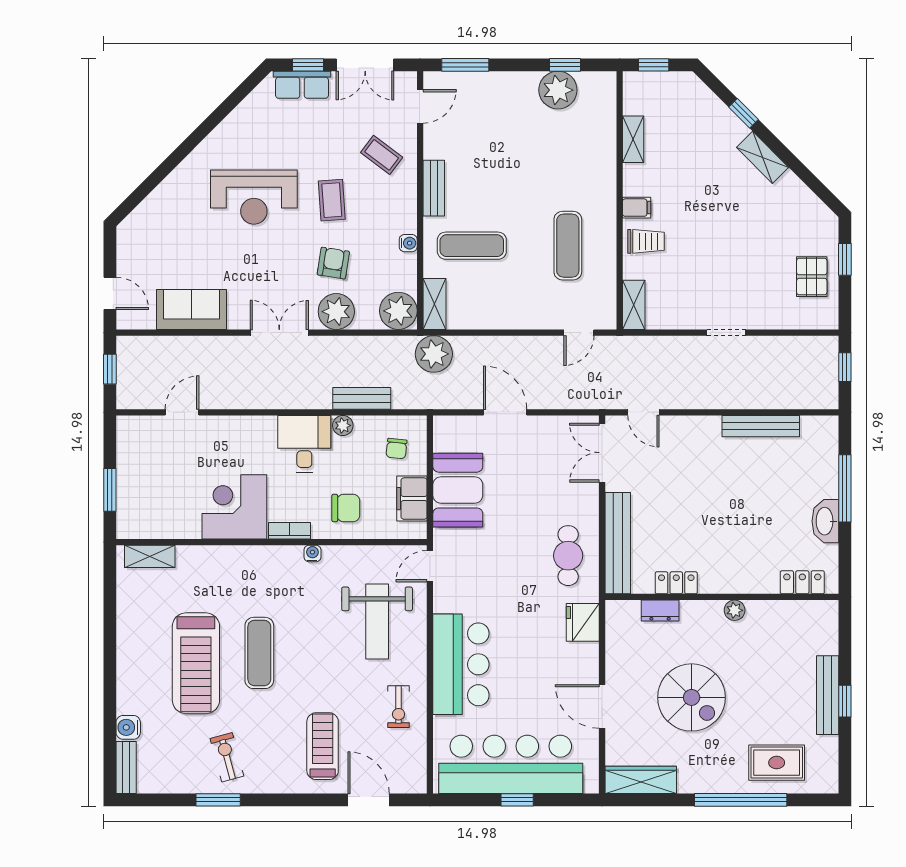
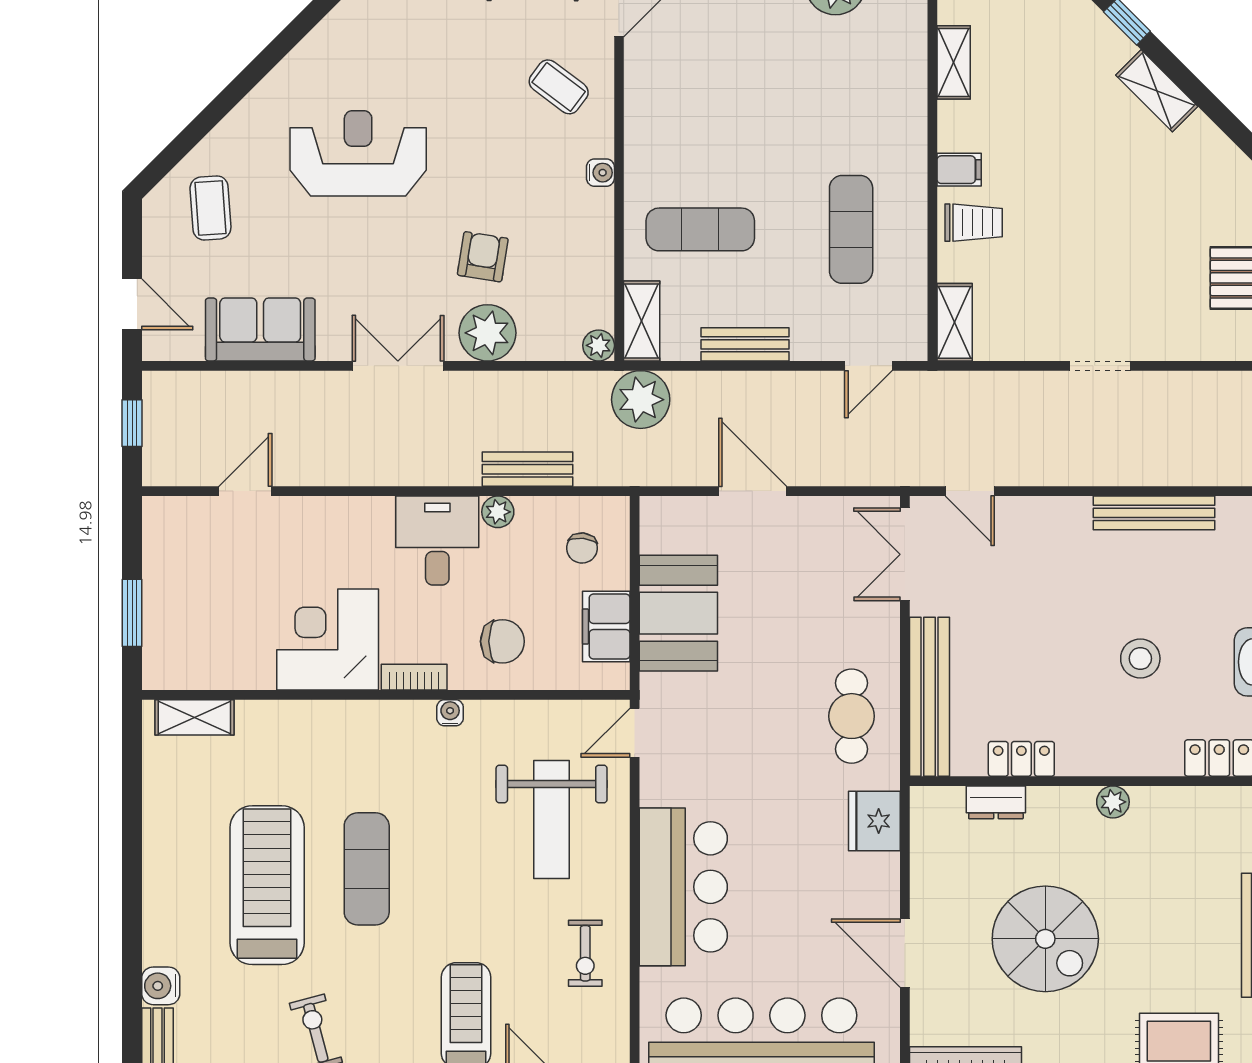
bench: (434, 188) -> (745, 344), moved, turned 90
reception desk: (254, 197) -> (358, 153), turned 180
coffee table: (332, 200) -> (210, 208), moved
water cooler: (408, 243) -> (600, 173), moved
plant: (398, 311) -> (599, 345), width x0.53, depth x0.53
stool: (752, 519) -> (1140, 658), added
treadmill: (196, 663) -> (267, 885), turned 180

